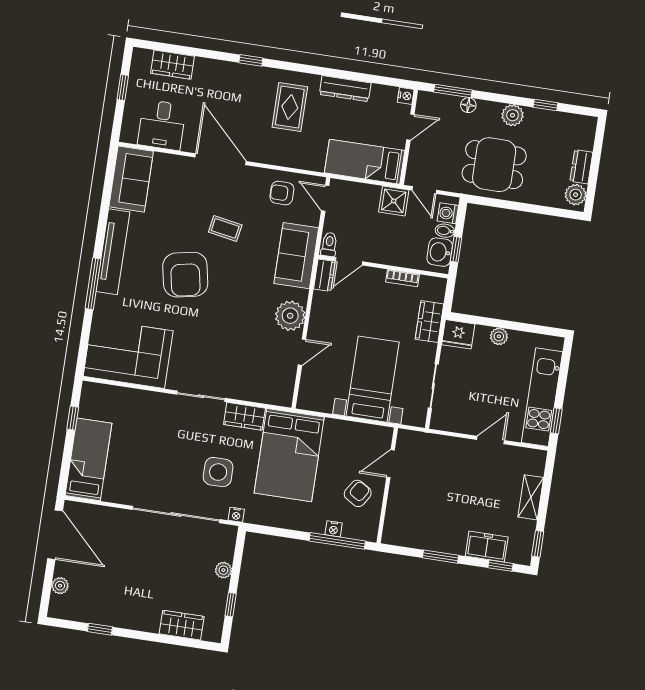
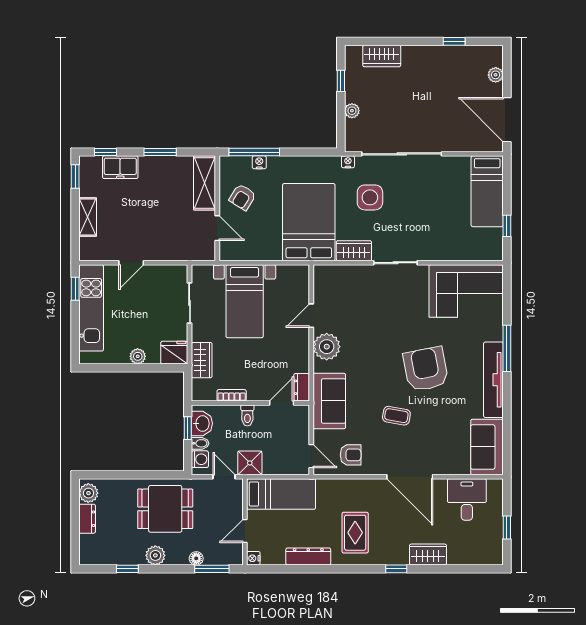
wardrobe: (172, 65) -> (428, 555), moved
toilet: (329, 244) -> (247, 415), moved
door: (391, 464) -> (217, 228), hinge flipped
shelving: (397, 515) -> (204, 183), added

